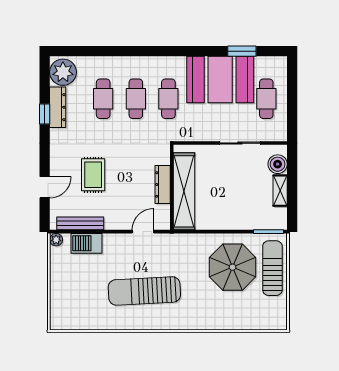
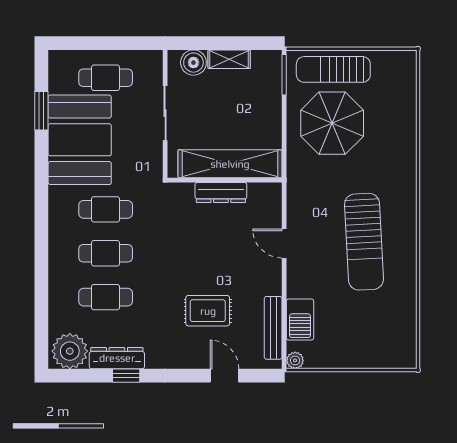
dresser: (163, 185) -> (221, 193), moved
wall: (172, 187) -> (225, 180), moved
shelving: (184, 191) -> (230, 164), moved

